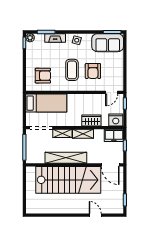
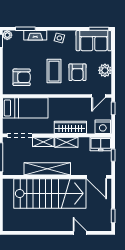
plant: (118, 69) -> (105, 70), added
wardrobe: (91, 121) -> (70, 127), width x1.50

